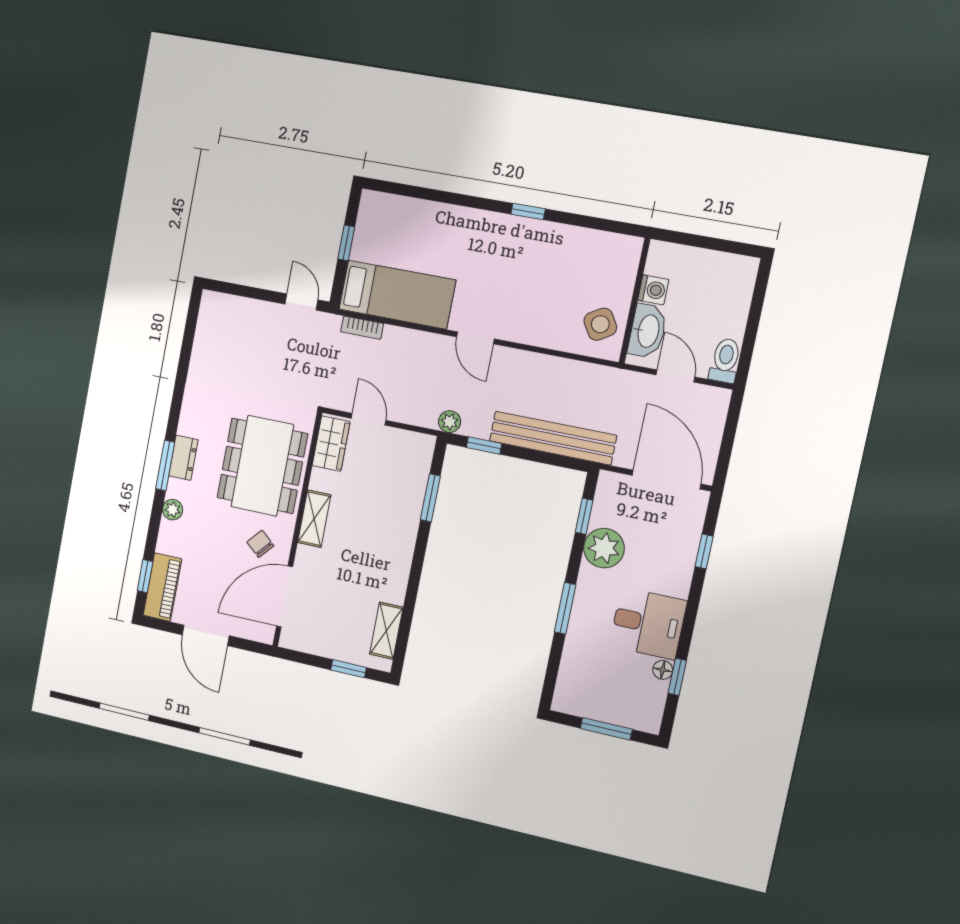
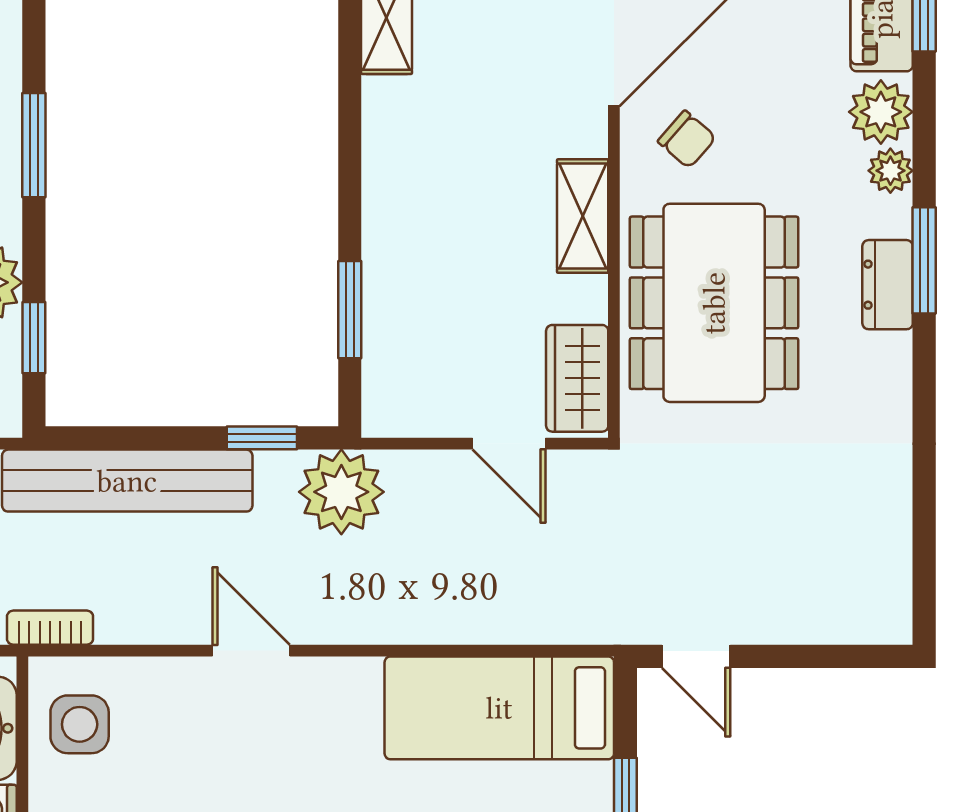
side table: (600, 324) -> (80, 724), turned 31
bookcase: (362, 328) -> (50, 628), moved
door: (475, 338) -> (251, 651), moved
plant: (450, 422) -> (341, 492), width x1.87, depth x1.87
plant: (172, 537) -> (881, 112), added

